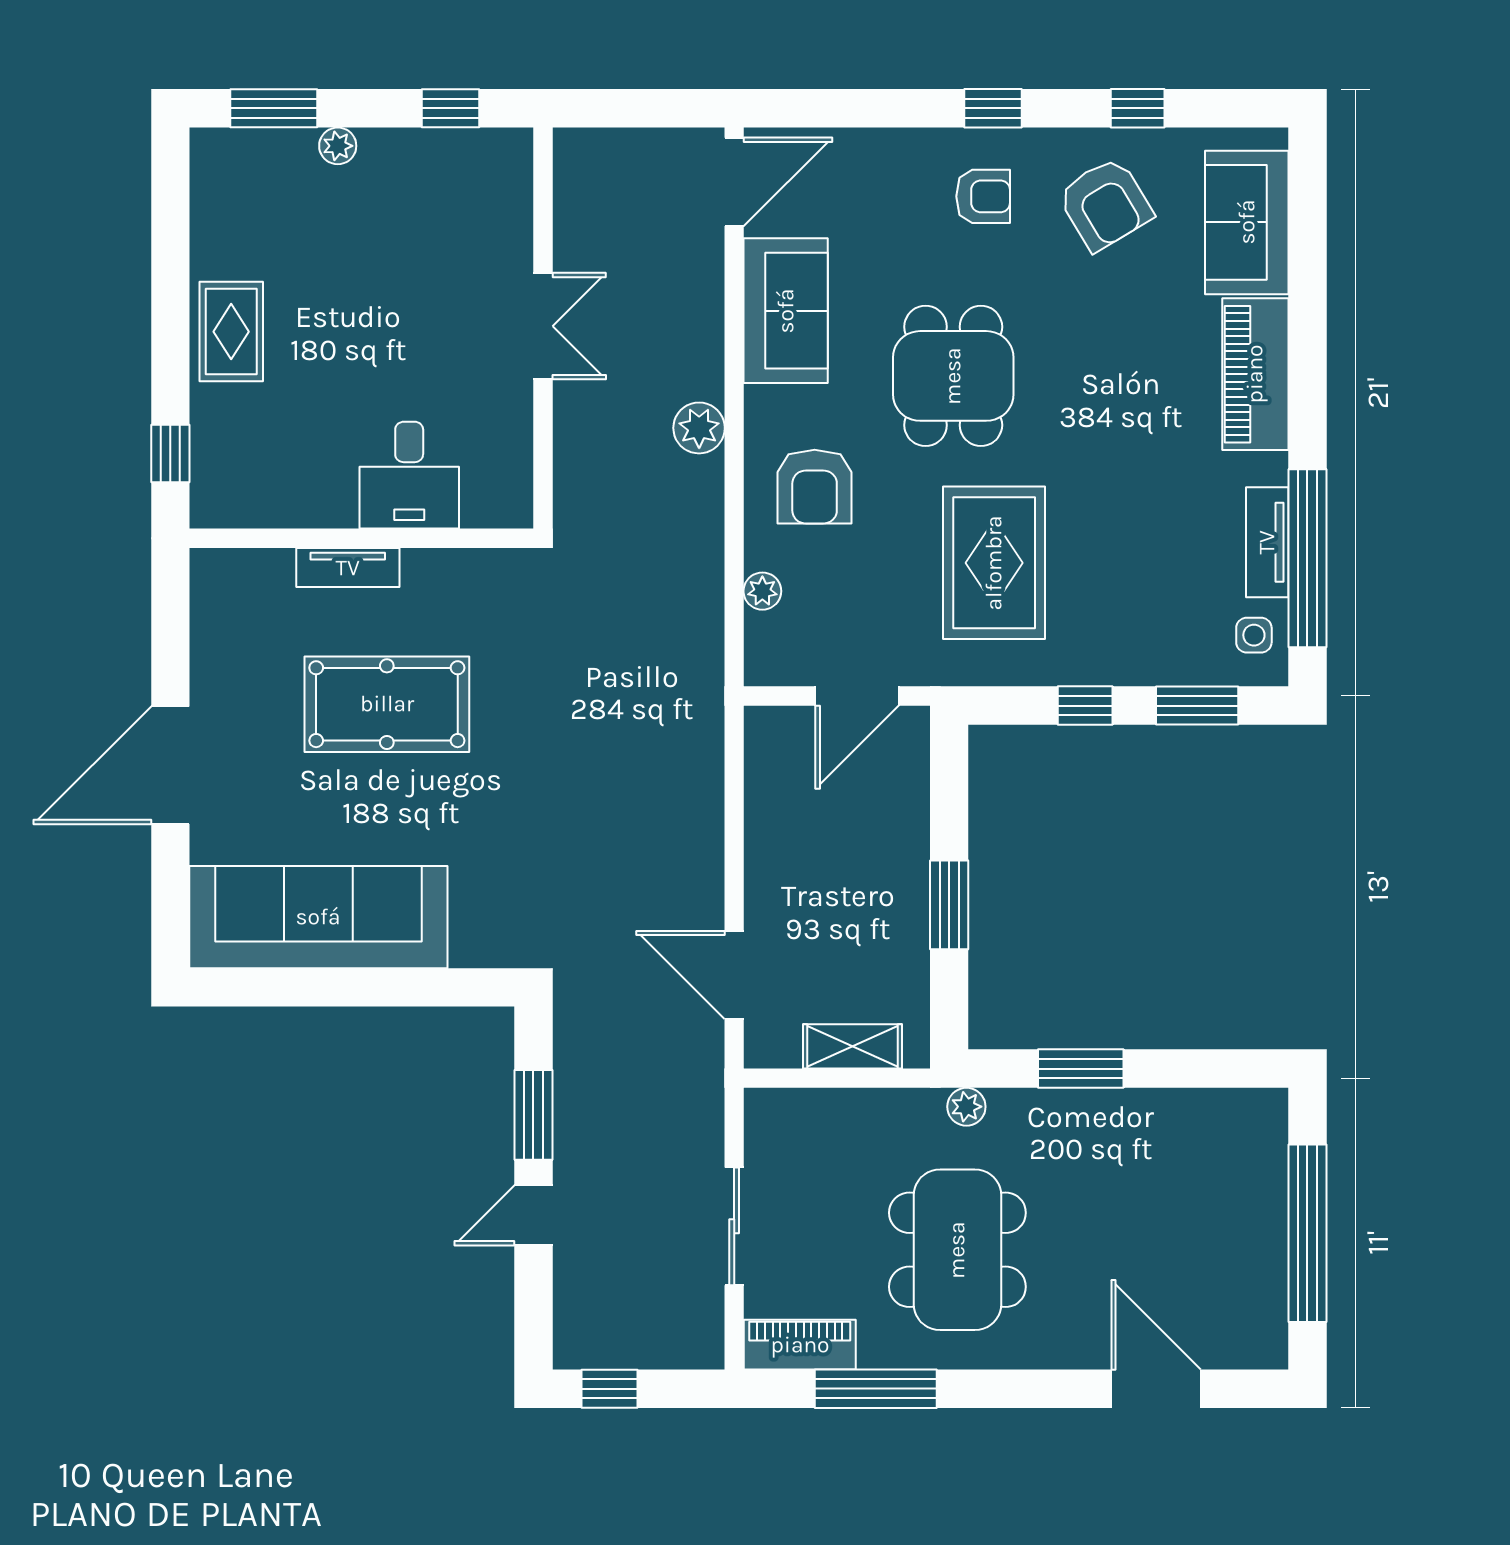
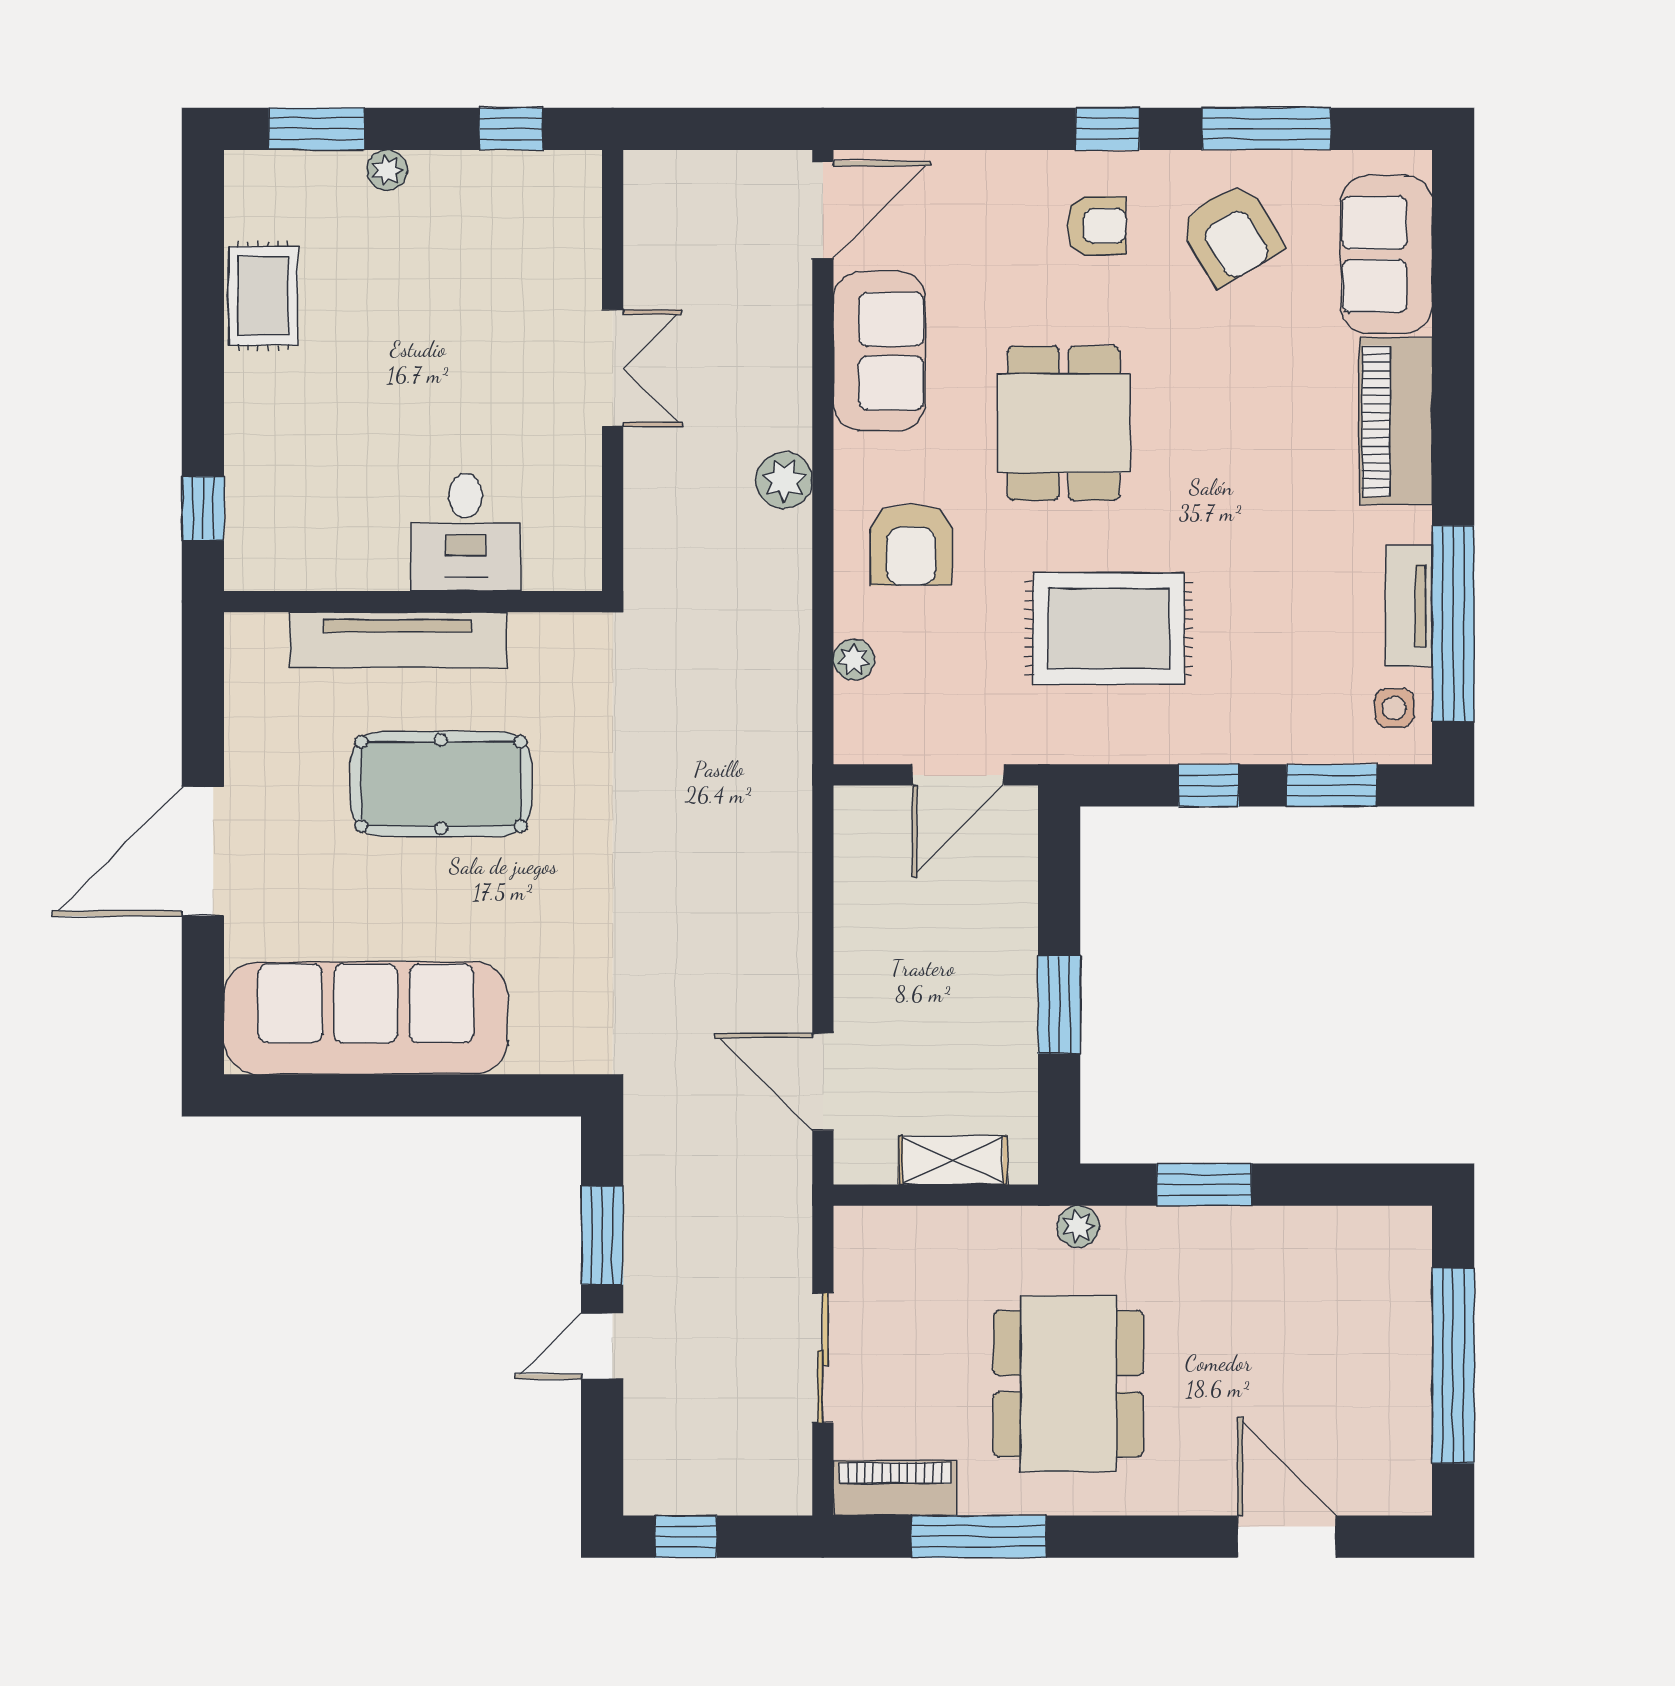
window: (1138, 108) -> (1266, 129), width x2.17
rug: (231, 332) -> (263, 296), moved
rug: (994, 563) -> (1109, 629), turned 90
tv unit: (348, 568) -> (398, 640), width x1.92, depth x1.29

